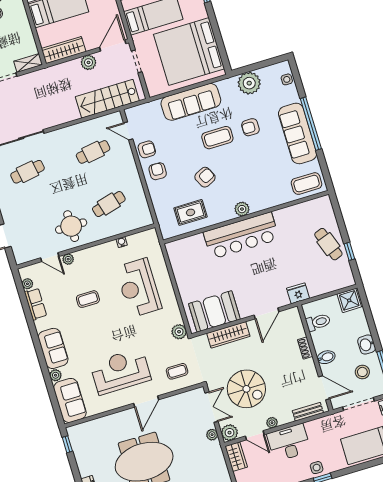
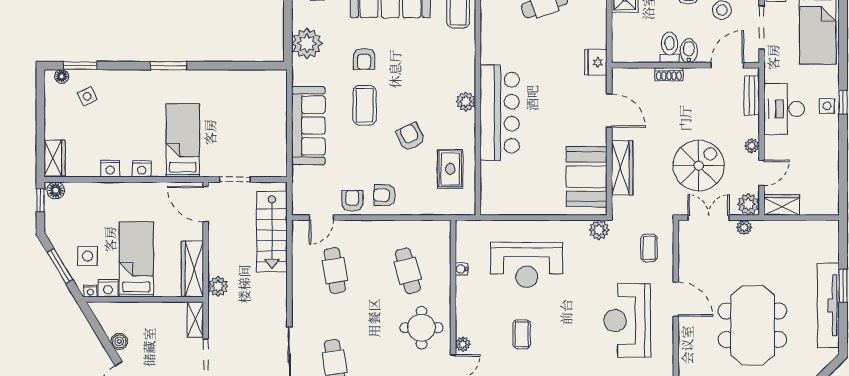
bed: (189, 52) -> (243, 109), removed
plant: (88, 62) -> (218, 286), moved
toilet: (318, 322) -> (670, 48), moved
desk: (289, 443) -> (784, 109), moved

